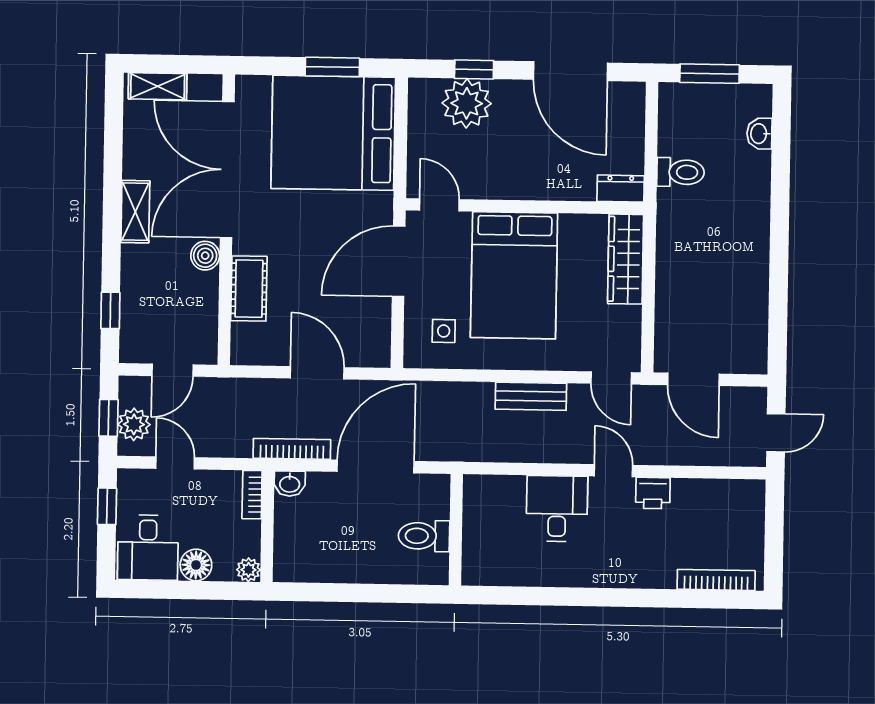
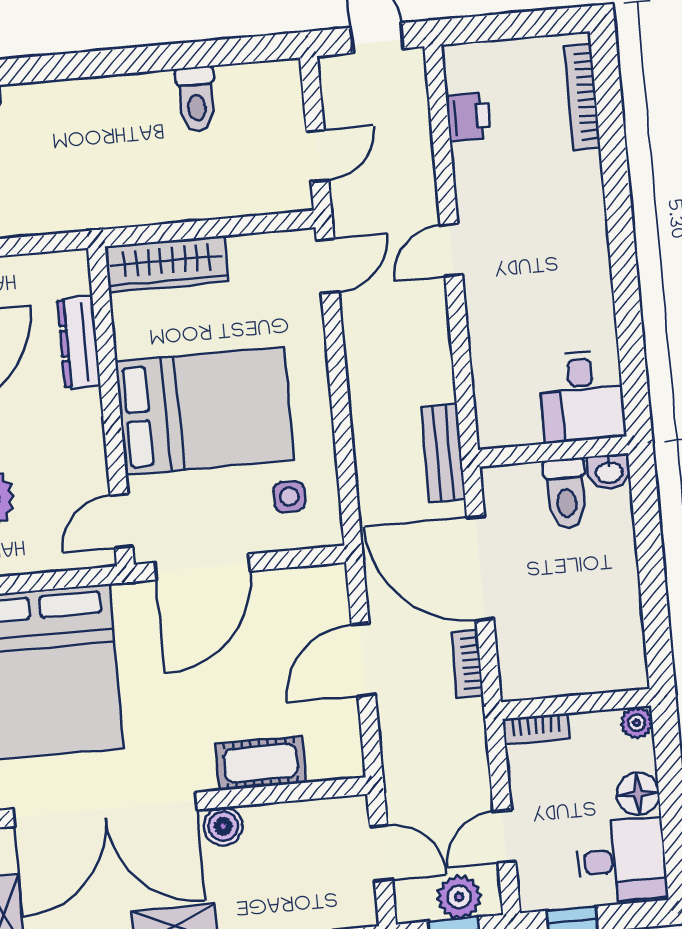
toilet: (680, 172) -> (196, 99), moved, turned 180
dresser: (621, 189) -> (79, 342), moved, width x1.44
door: (399, 261) -> (203, 567), hinge flipped
door: (693, 379) -> (318, 156), width x0.73
bench: (531, 396) -> (443, 453), moved
bookcase: (292, 449) -> (467, 664), width x0.64
washbasin: (290, 484) -> (609, 472), moved, turned 90
printer: (653, 493) -> (468, 117), moved
desk: (557, 509) -> (582, 396), moved, turned -90

